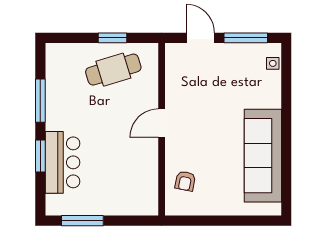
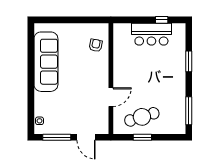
window: (40, 101) -> (189, 111), moved
door: (162, 123) -> (111, 97), moved
bar counter: (63, 162) -> (151, 34), moved, turned -90
window: (82, 221) -> (162, 20), width x0.46

